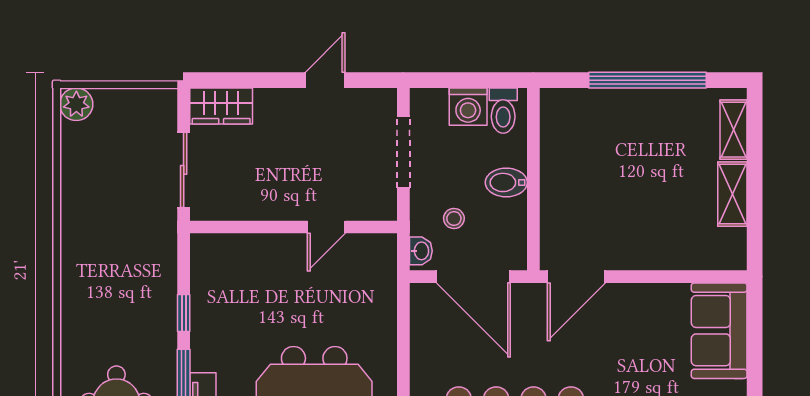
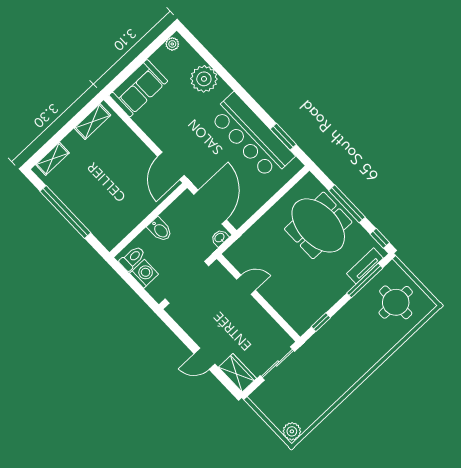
door: (325, 80) -> (205, 359), moved
doorway: (403, 152) -> (187, 282), width x1.36
shelving: (732, 194) -> (92, 122), moved
stool: (454, 218) -> (194, 237), removed
door: (576, 277) -> (171, 166), swing flipped
window: (184, 313) -> (321, 322), moved

